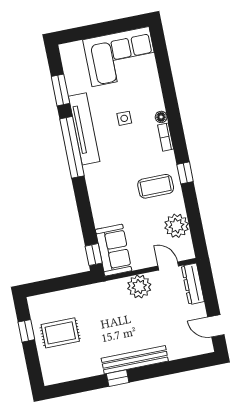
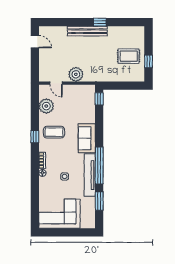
sofa: (114, 250) -> (87, 138), moved
dresser: (193, 284) -> (44, 69), removed

